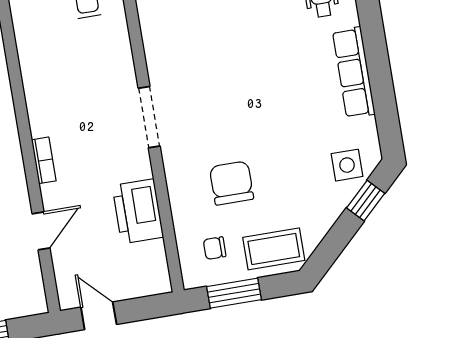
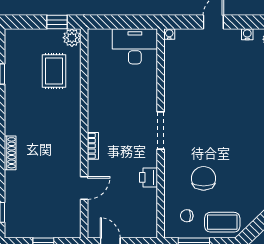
printer: (138, 211) -> (149, 177), width x0.53, depth x0.68

